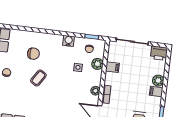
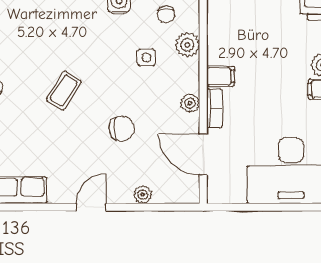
chair: (33, 54) -> (122, 129), moved
filing cabinet: (112, 67) -> (221, 76), moved

